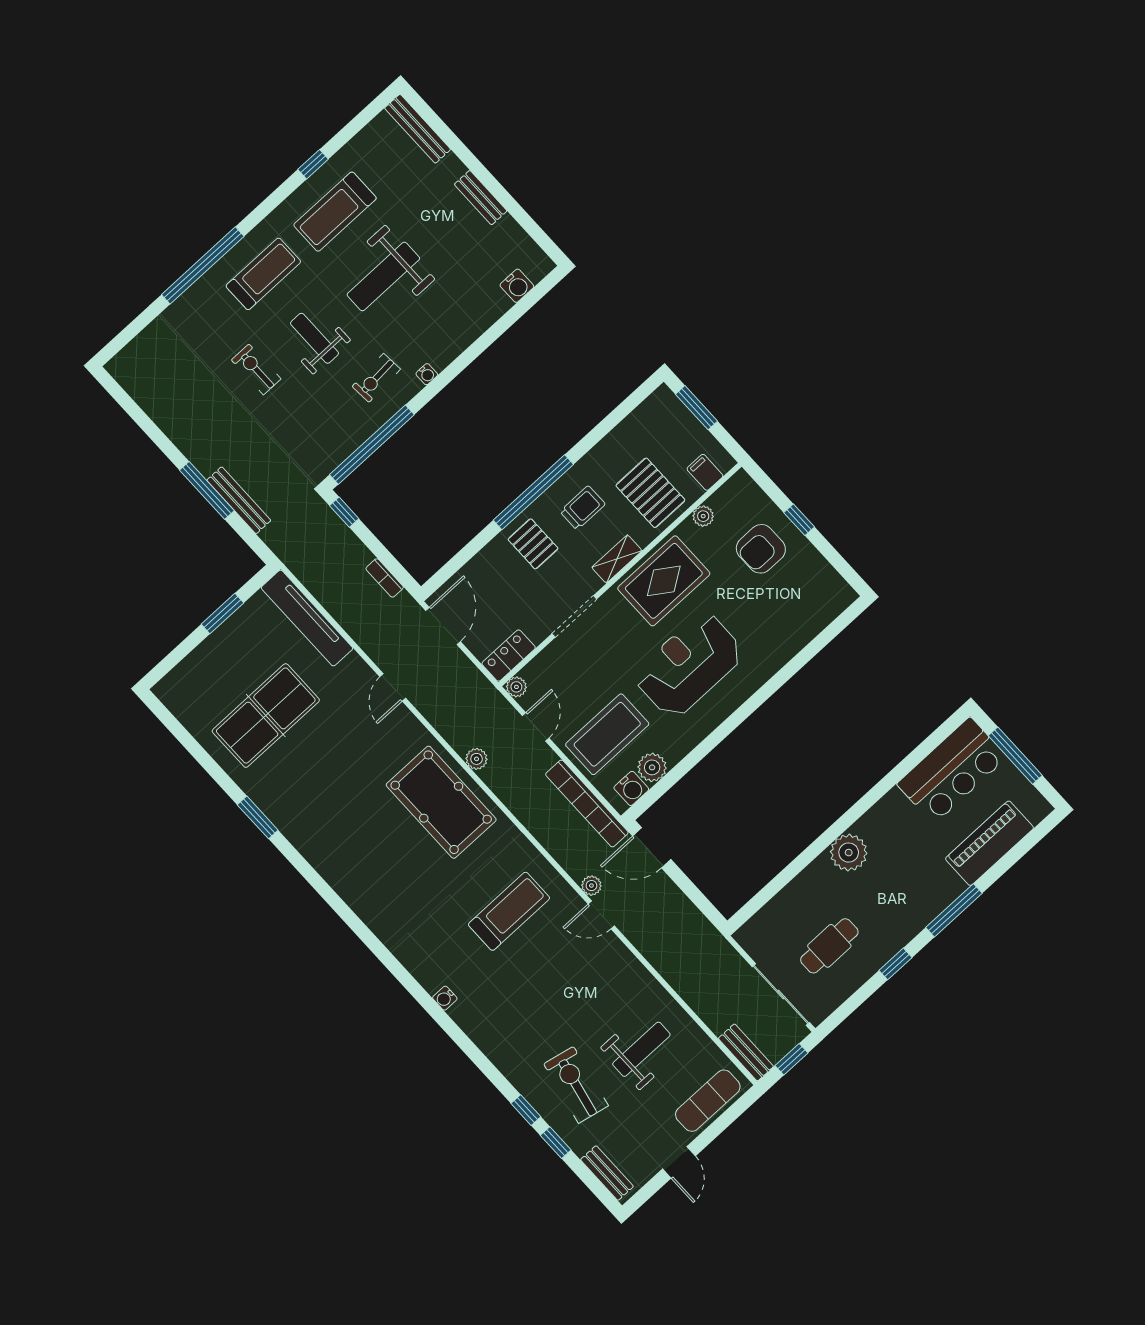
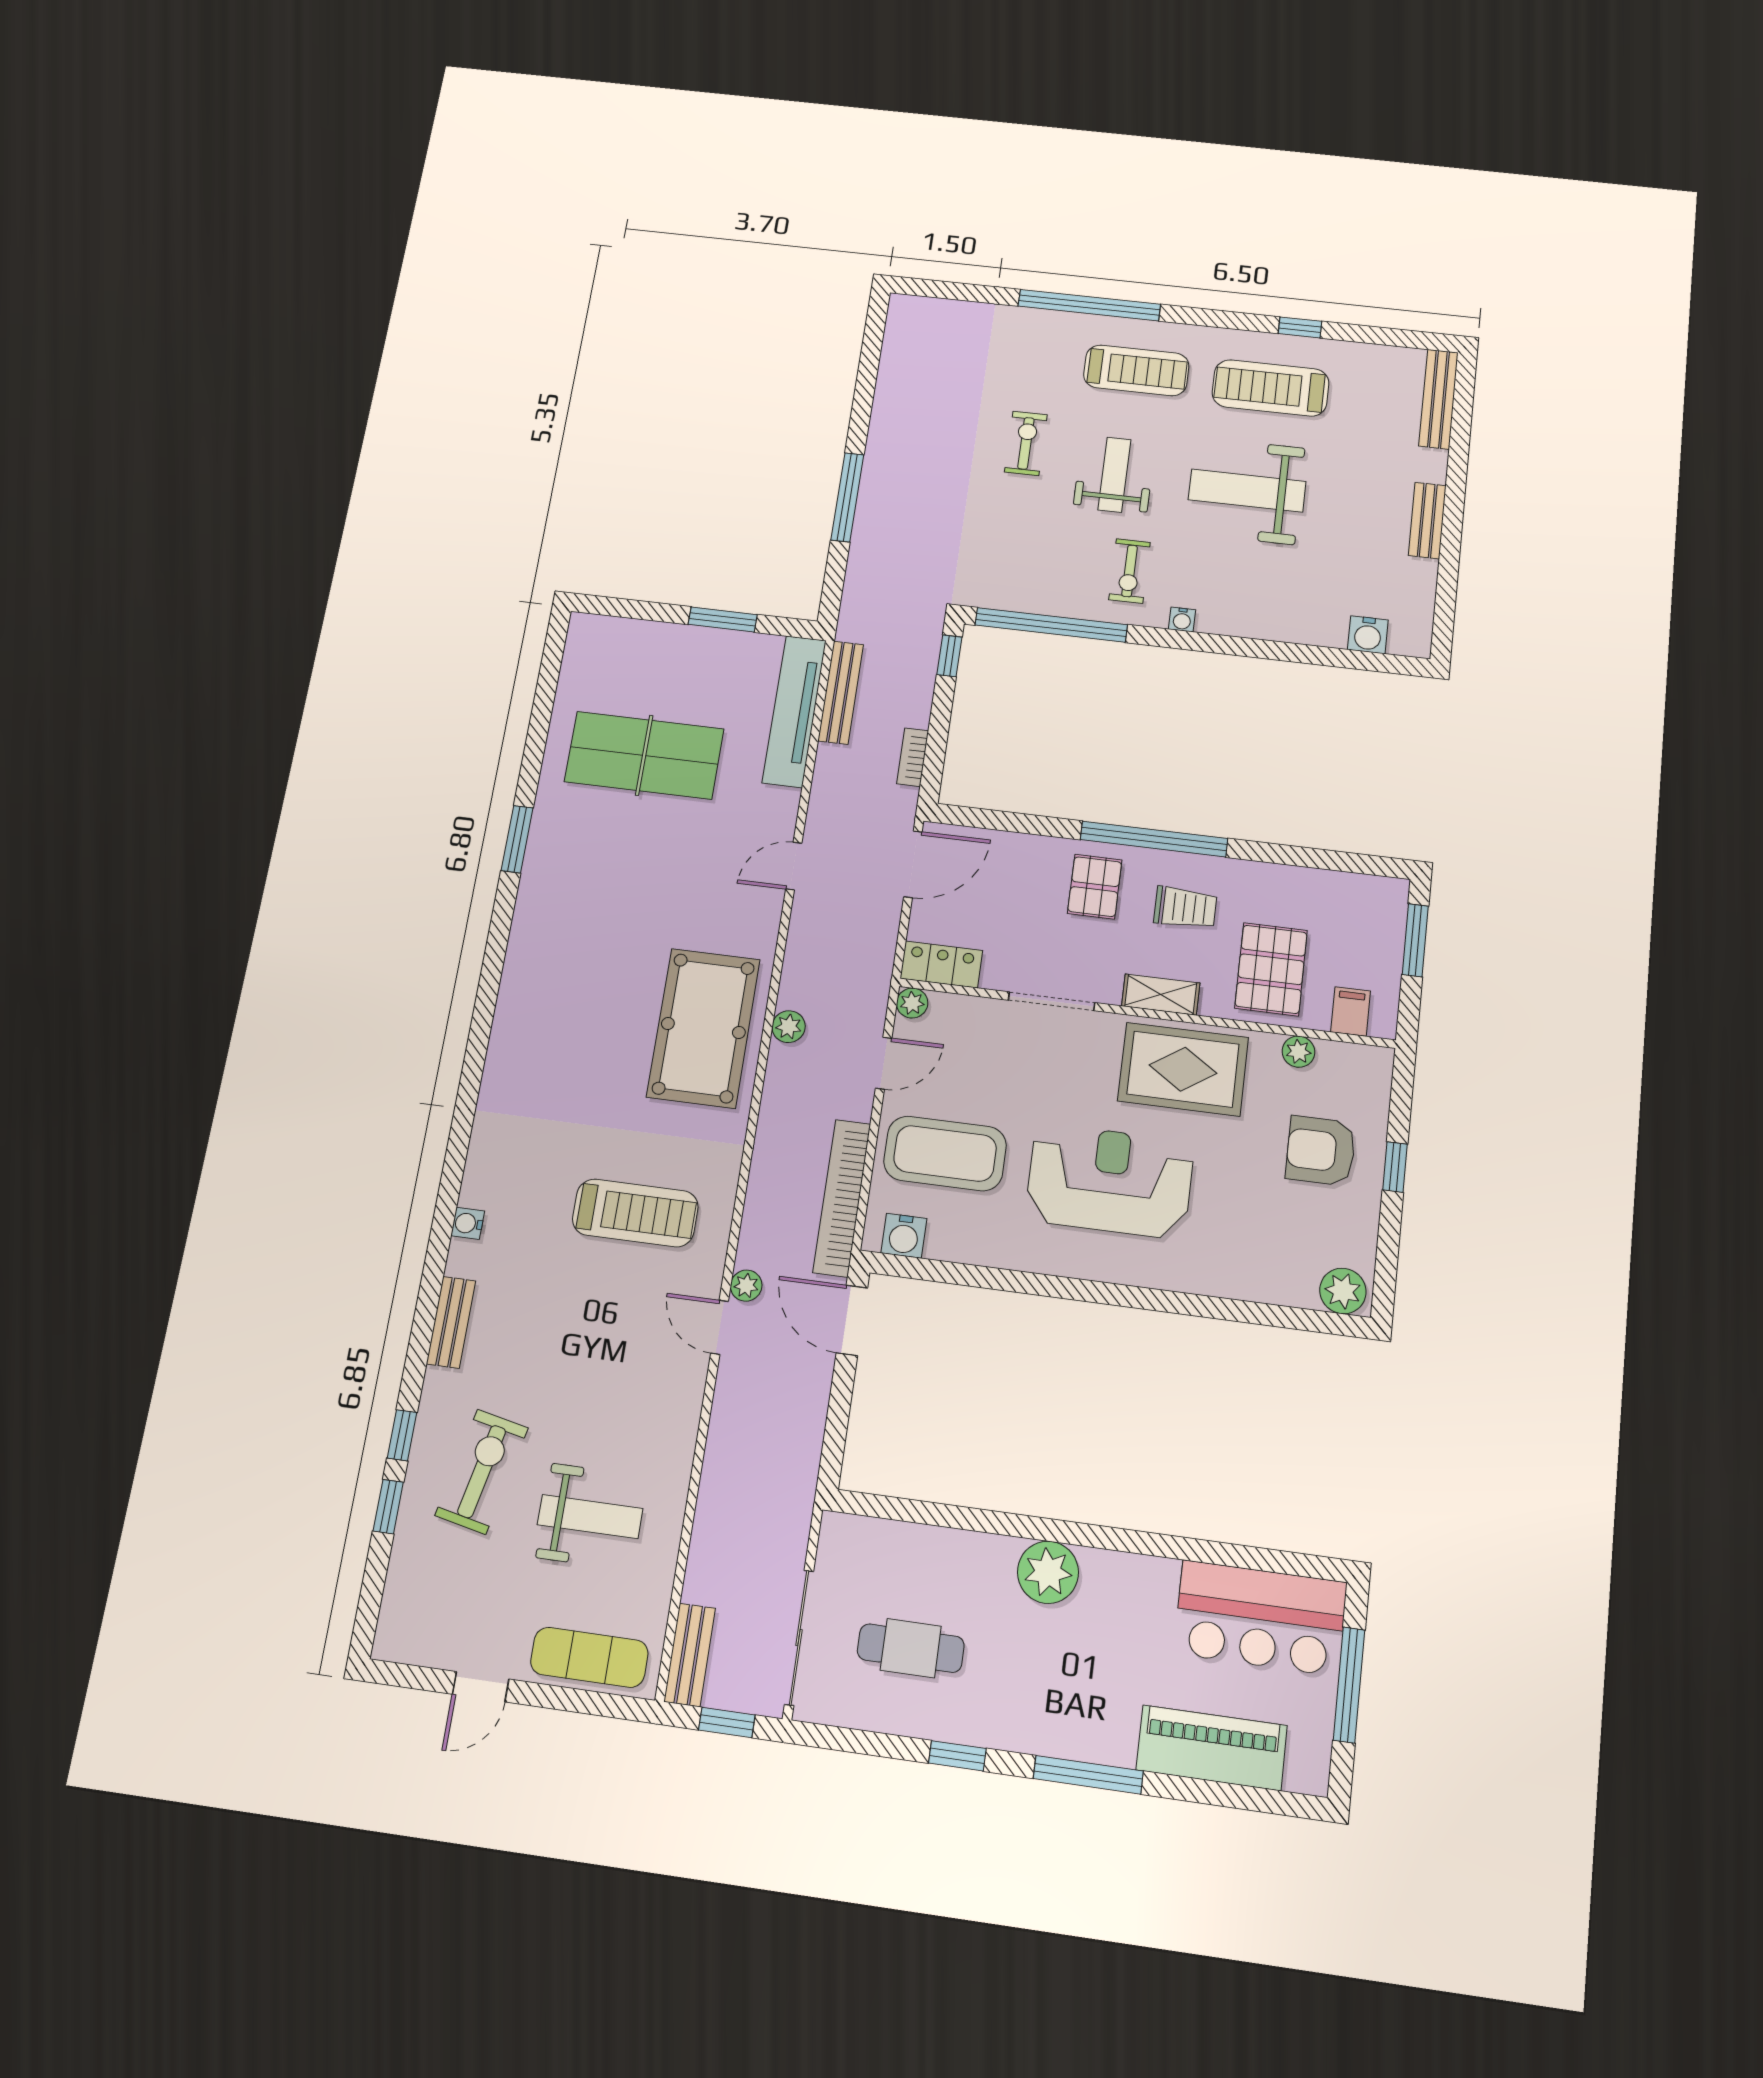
exercise bike: (376, 378) -> (1130, 571), turned -86
bench: (239, 500) -> (841, 693), moved
plant: (652, 767) -> (1343, 1291), moved
bench: (607, 1173) -> (451, 1322), moved

